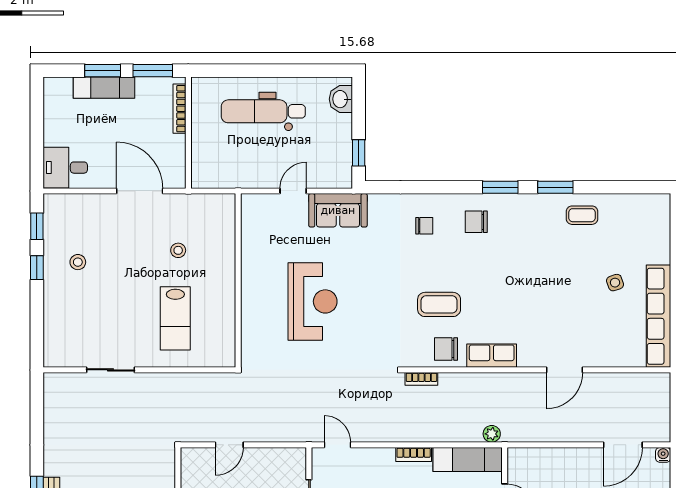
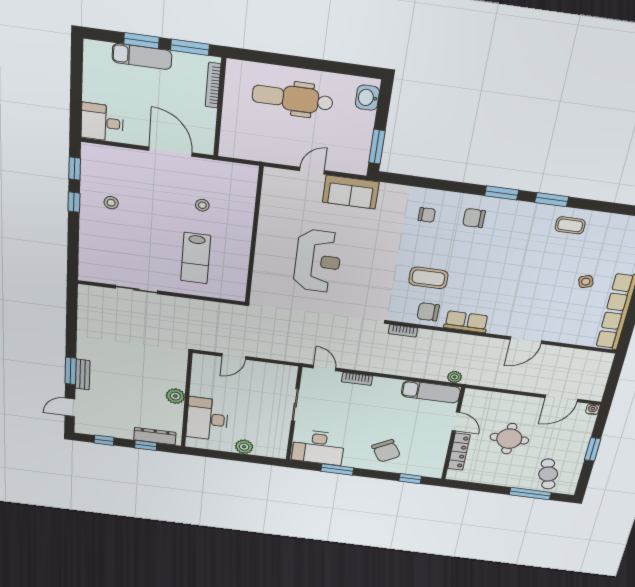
window: (359, 153) -> (377, 147), width x1.50
bookcase: (414, 454) -> (357, 379), moved

